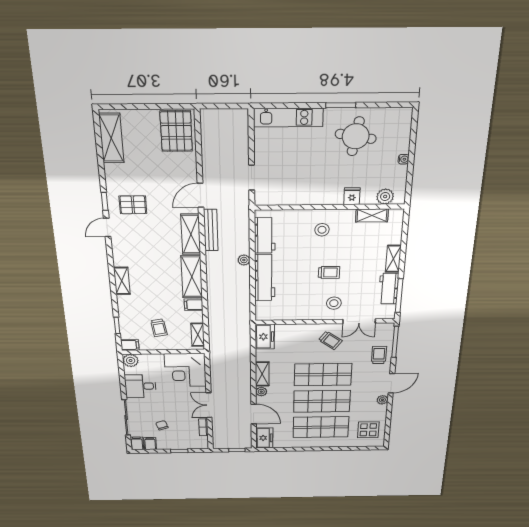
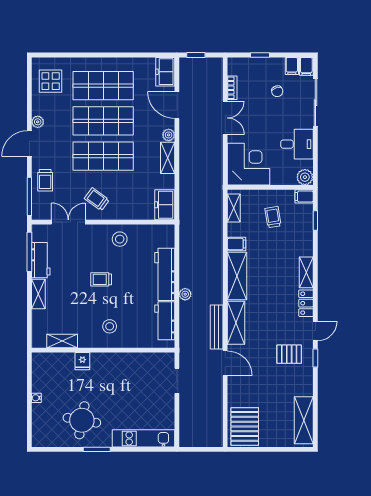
door: (201, 195) -> (225, 363), hinge flipped
plant: (385, 197) -> (51, 360), removed
locker: (119, 253) -> (306, 303), added
stool: (334, 303) -> (120, 239), moved

